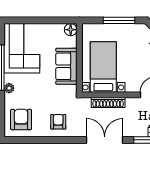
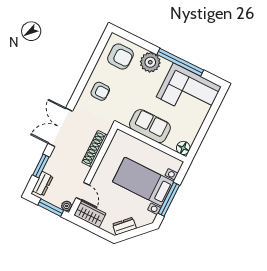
bed with nightstands: (103, 67) -> (143, 182), moved, turned 180
plant: (9, 88) -> (150, 62), width x1.88, depth x1.88
double door: (105, 140) -> (60, 127), swing flipped

